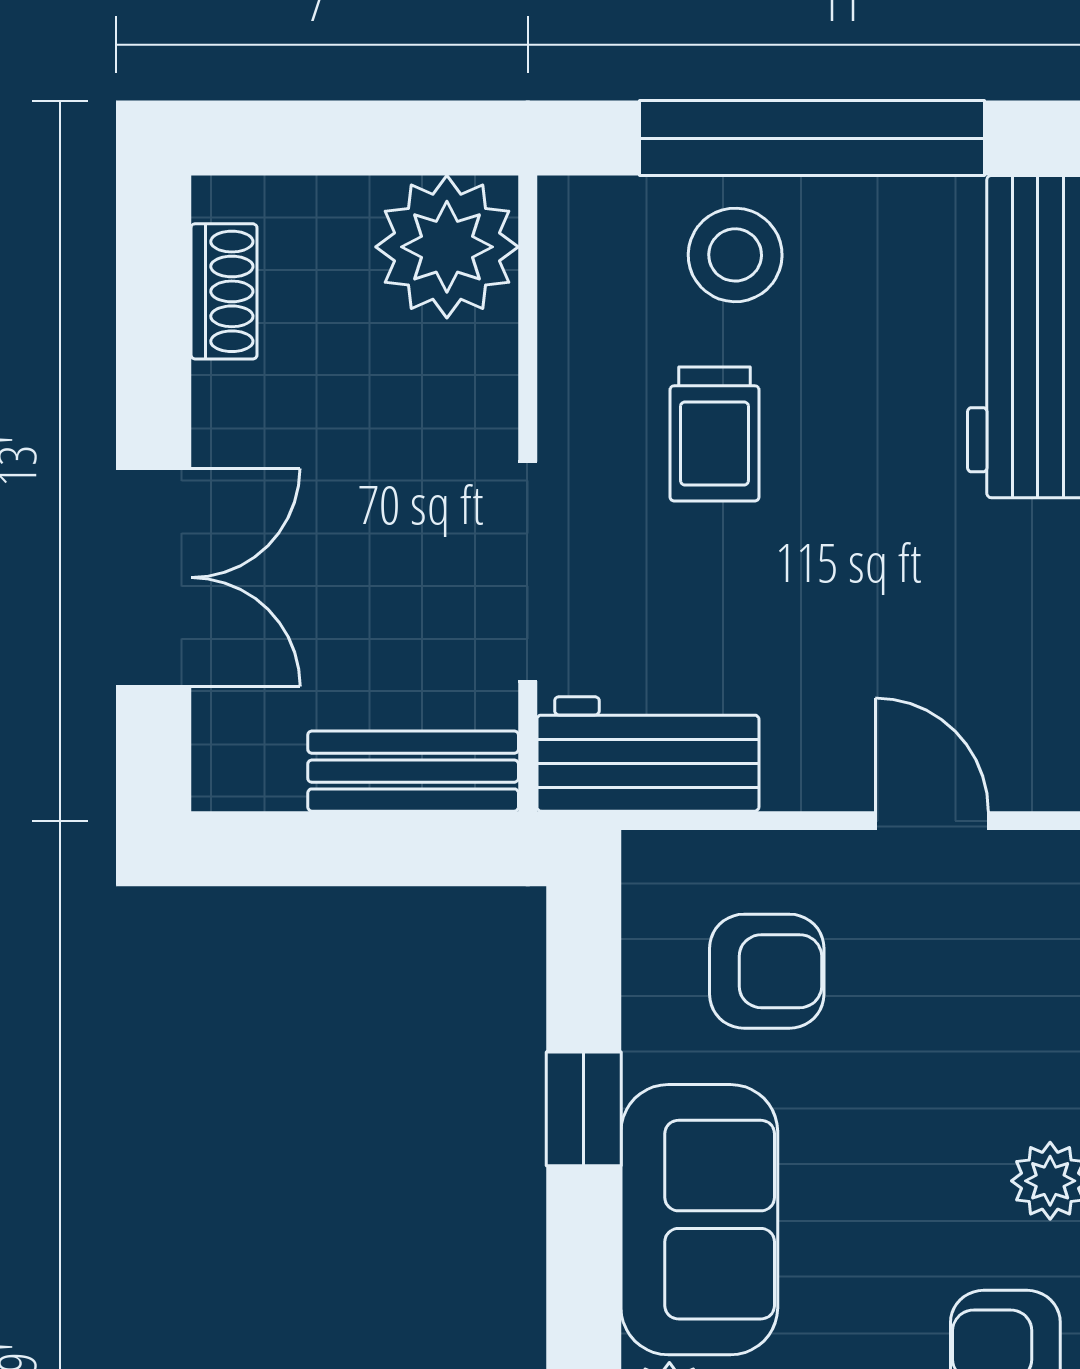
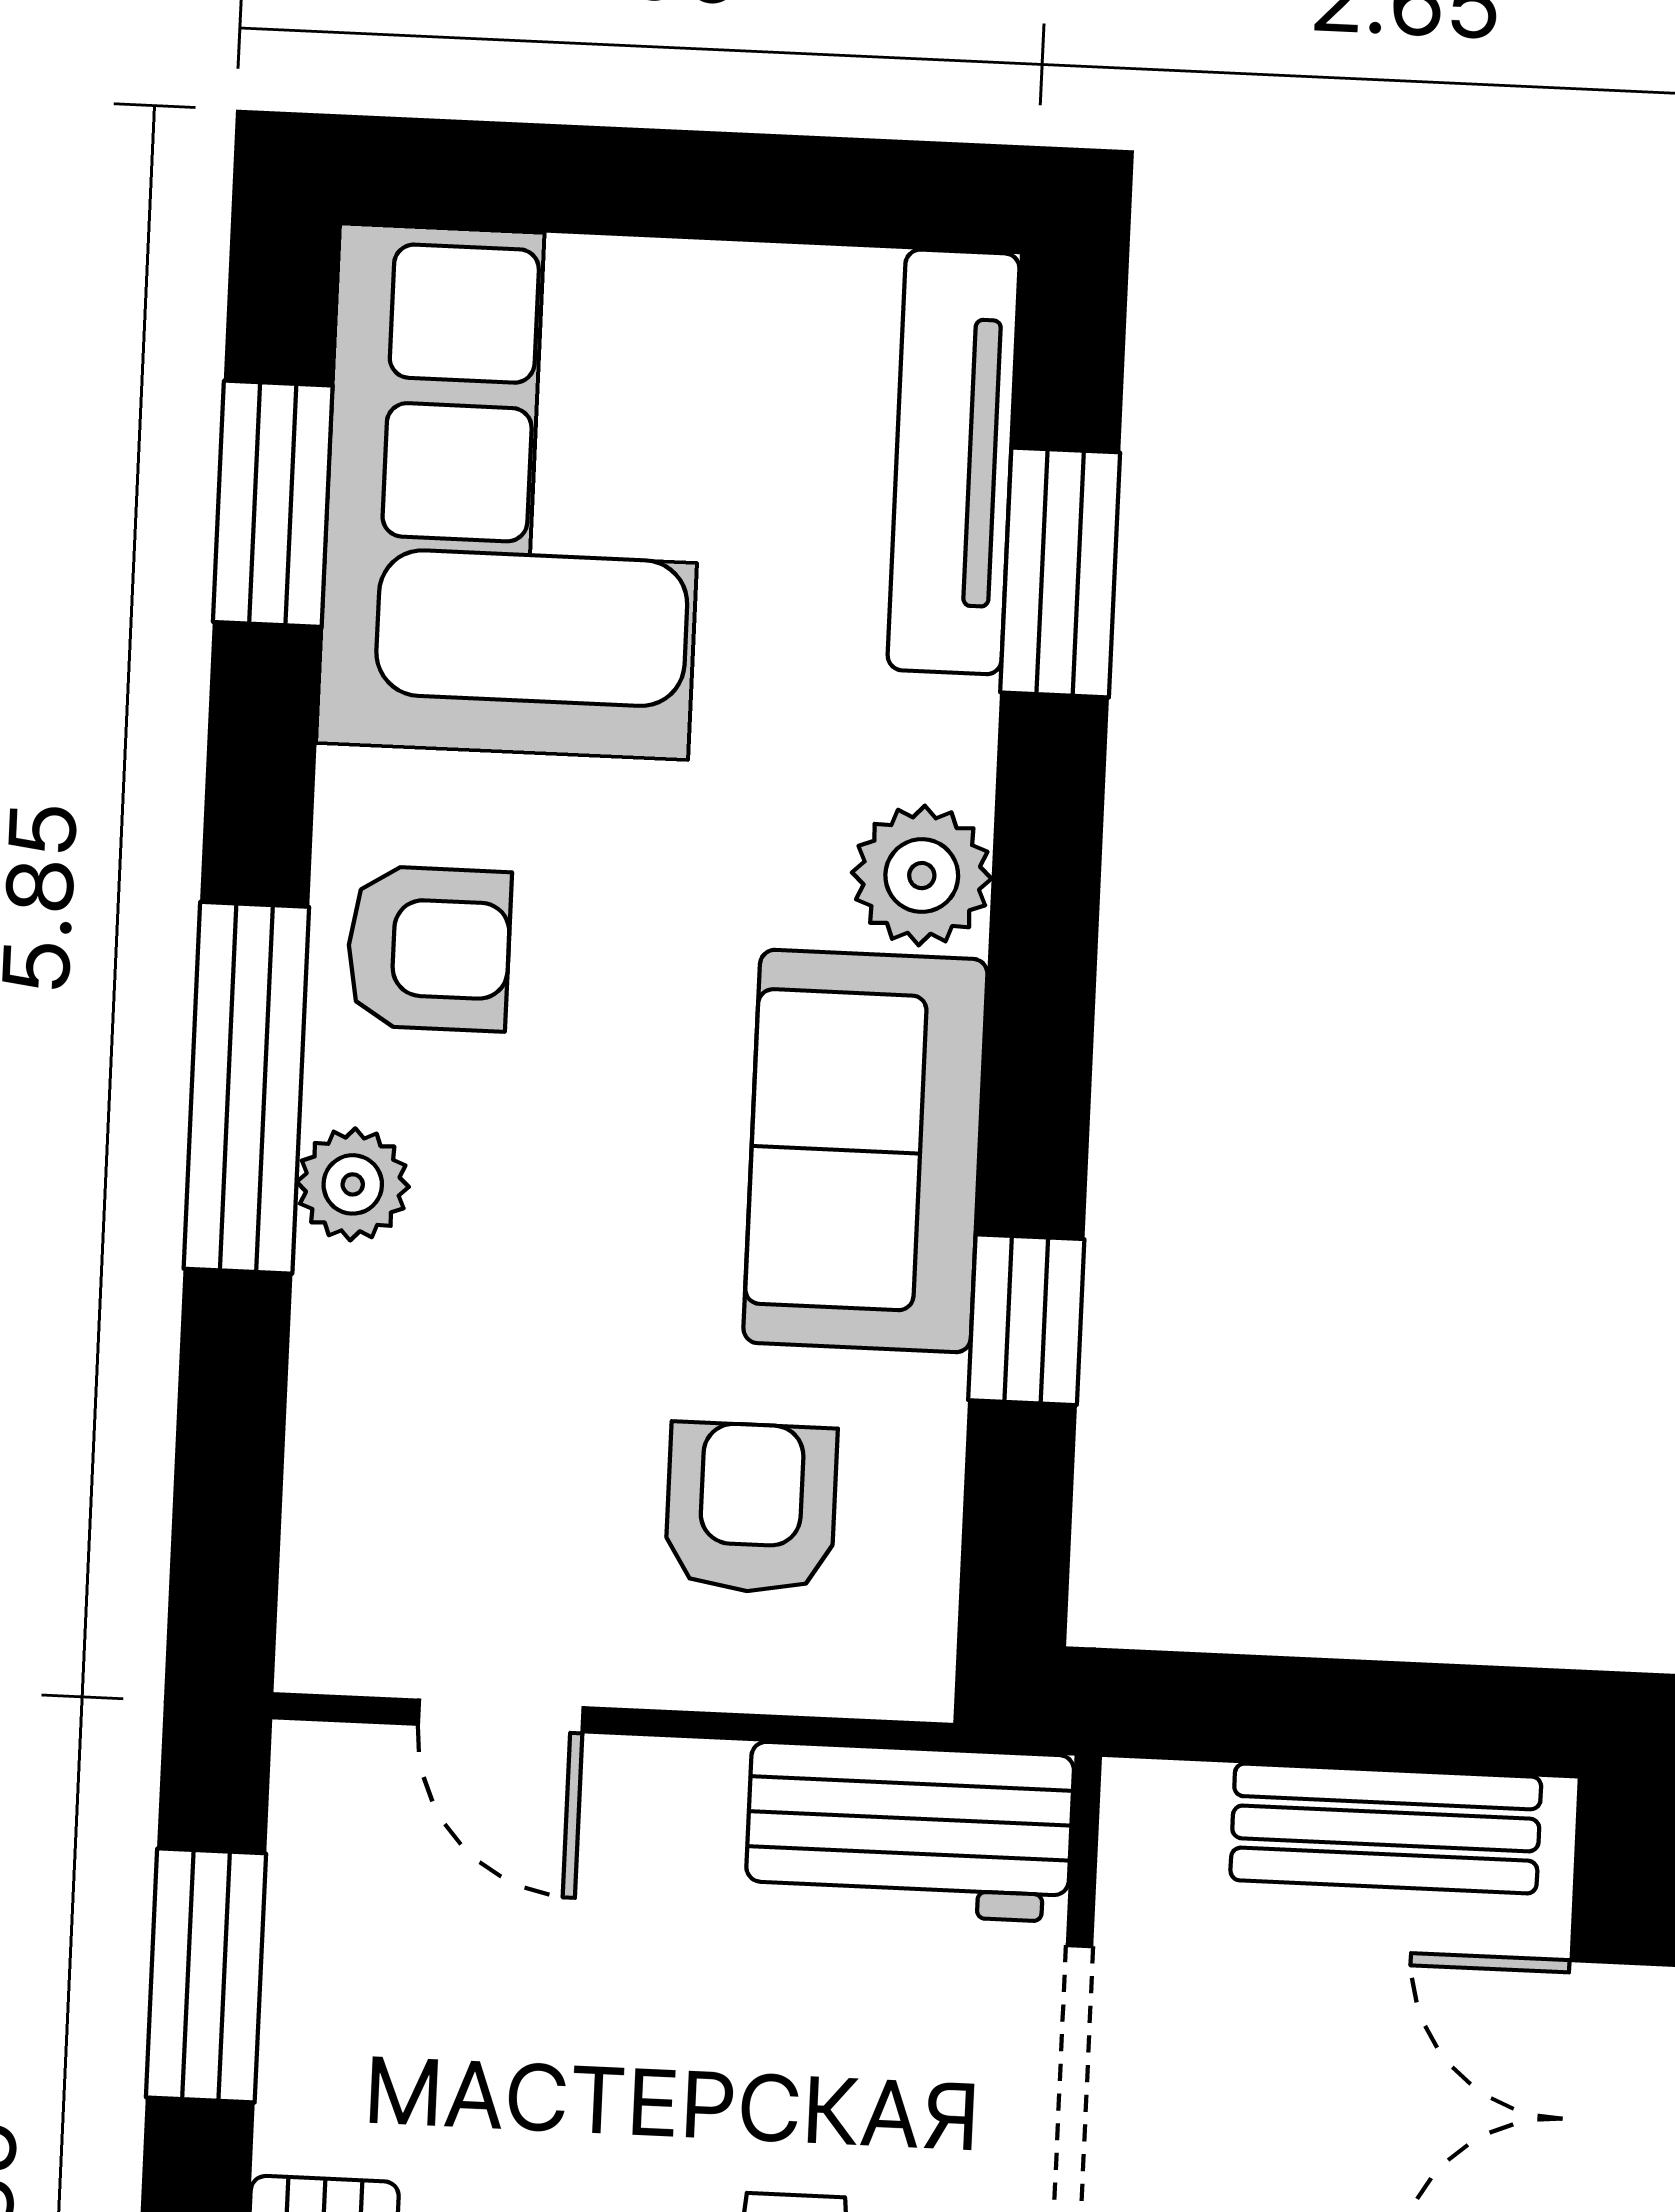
bench: (413, 771) -> (1386, 1828), moved
armchair: (767, 971) -> (751, 1508), turned 90

